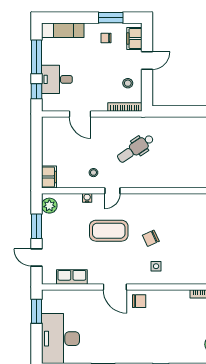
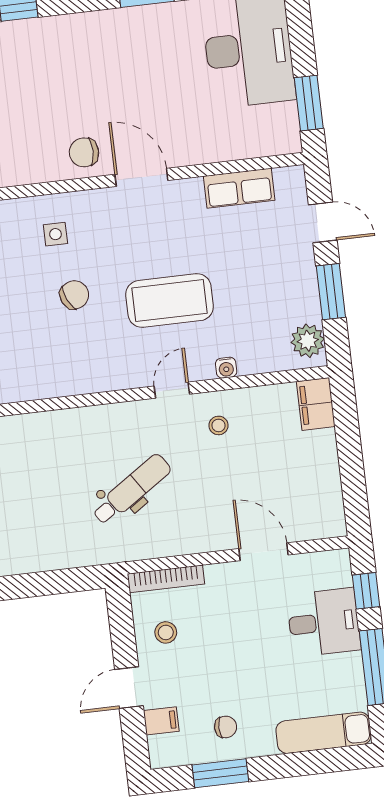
filing cabinet: (134, 38) -> (161, 721), width x0.50

